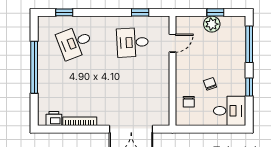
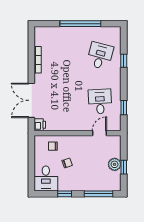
window: (64, 12) -> (124, 61), moved
desk: (75, 42) -> (100, 56), turned 36
door: (172, 43) -> (99, 133), swing flipped
printer: (54, 118) -> (40, 125), moved

